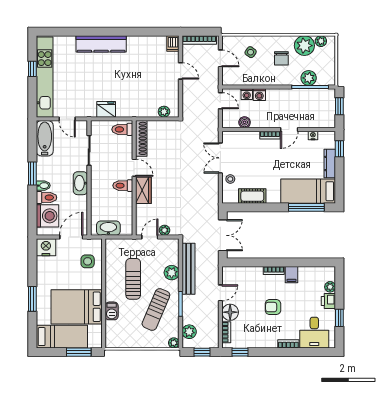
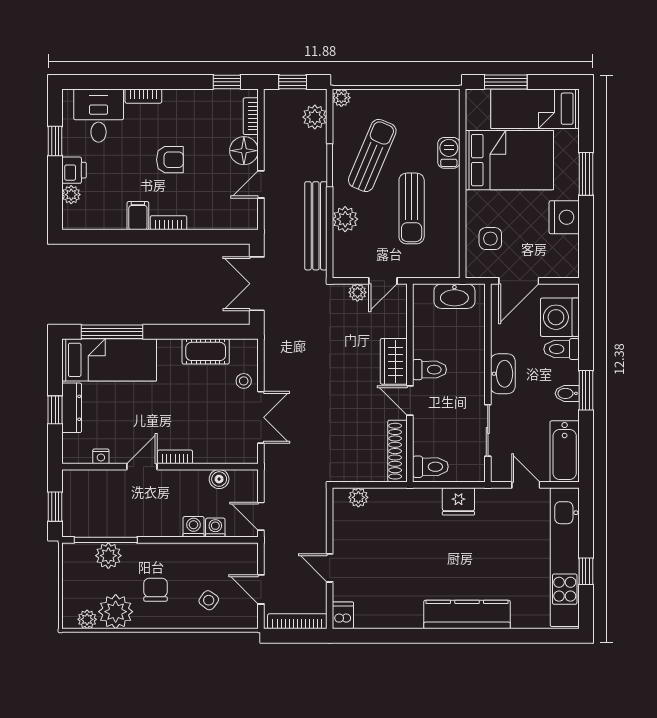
window: (339, 149) -> (55, 410), moved
bidet: (43, 186) -> (567, 393), moved
nightstand: (46, 247) -> (564, 217), moved, turned -90

